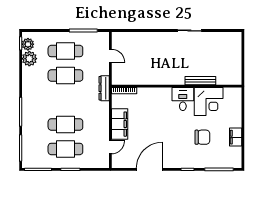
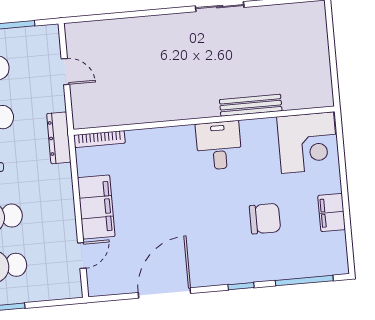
corner desk: (209, 102) -> (308, 143), moved

